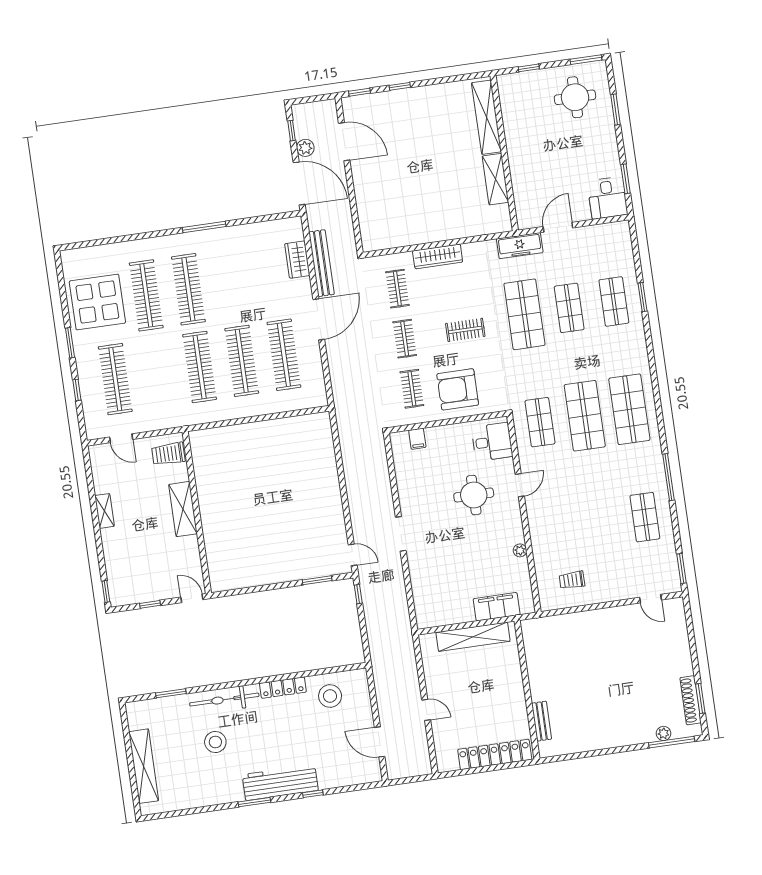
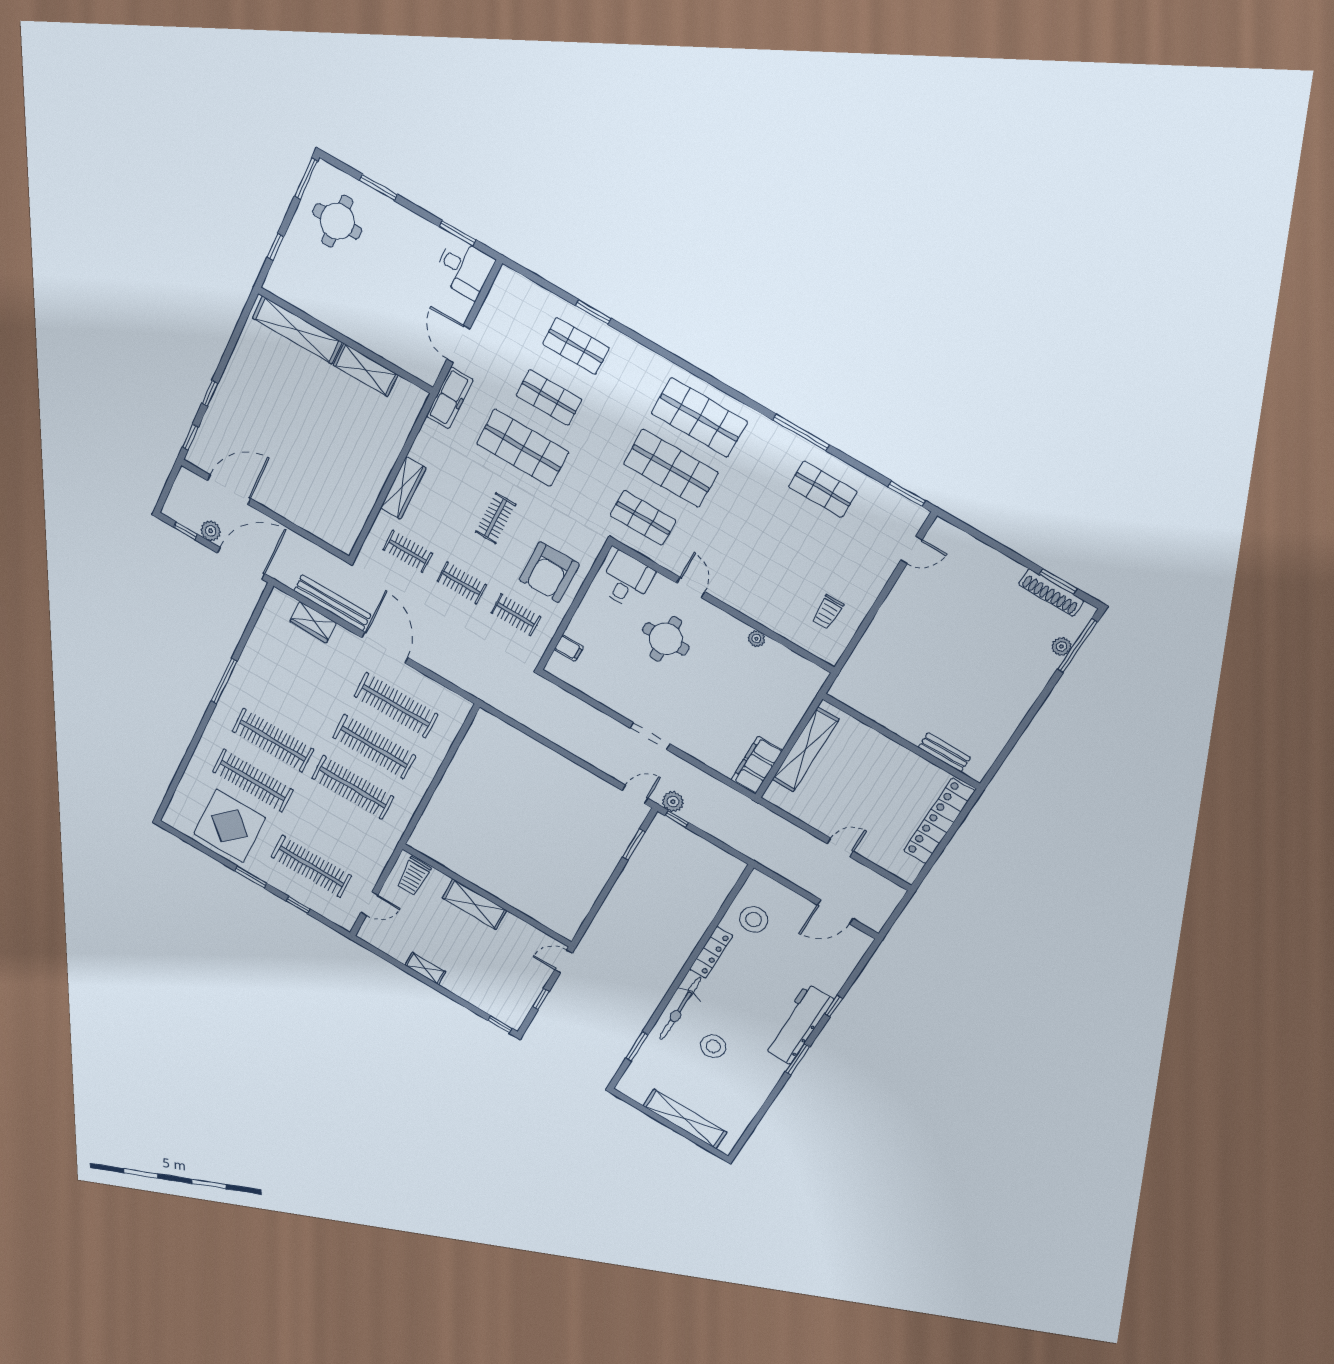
plant: (368, 582) -> (673, 802), added
filing cabinet: (497, 607) -> (757, 765), moved

